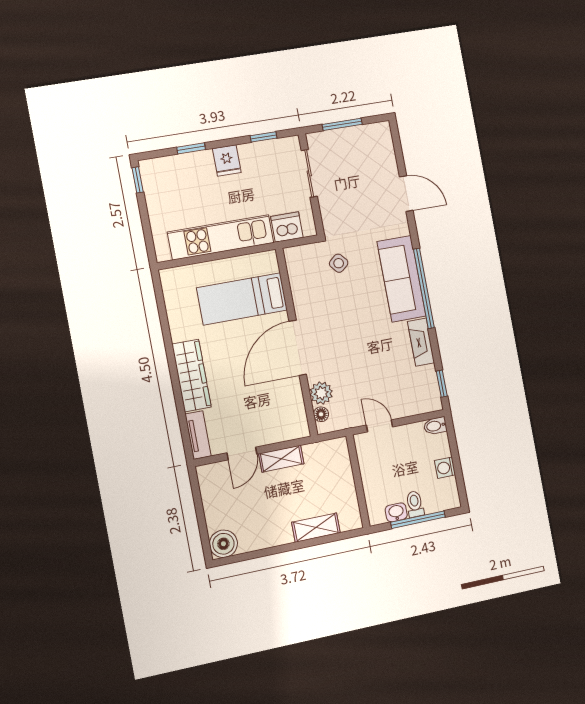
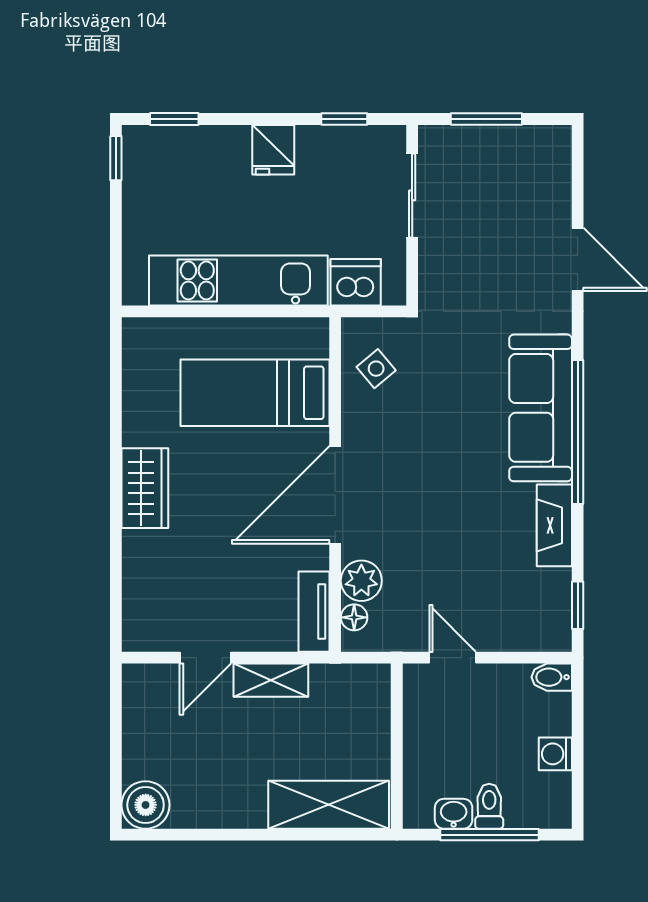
window: (191, 148) -> (174, 119), moved
side table: (339, 263) -> (376, 369), moved
wardrobe: (192, 376) -> (145, 488), width x0.67
tv unit: (198, 435) -> (314, 612), moved, turned 180
shelving: (316, 528) -> (329, 805), width x1.50, depth x1.33

